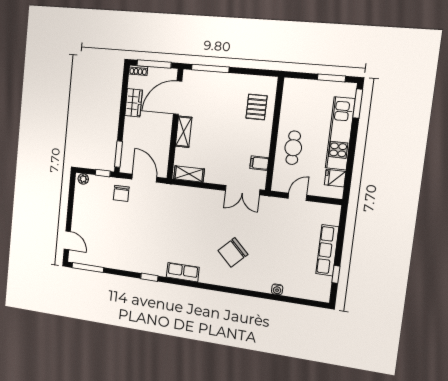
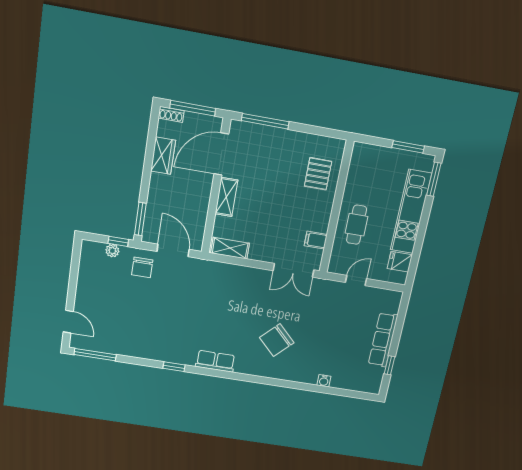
plant: (83, 179) -> (112, 251), moved

